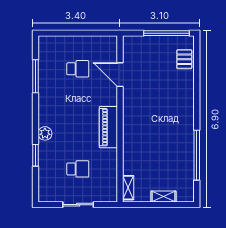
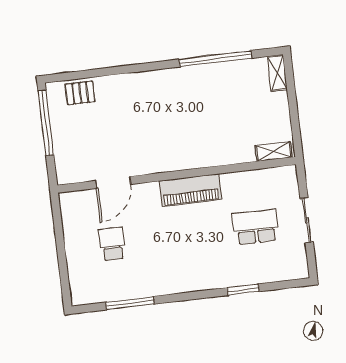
plant: (45, 133) -> (210, 280), removed
school desk: (78, 169) -> (256, 227), width x1.85
shelving: (163, 196) -> (277, 73), moved

